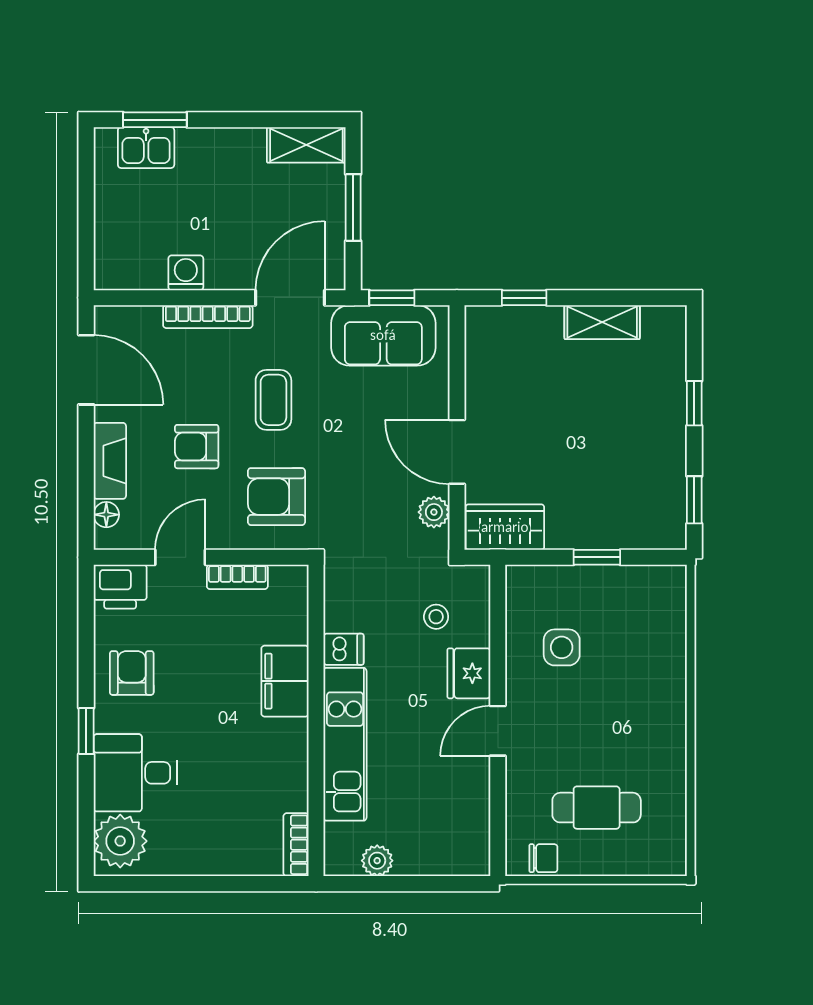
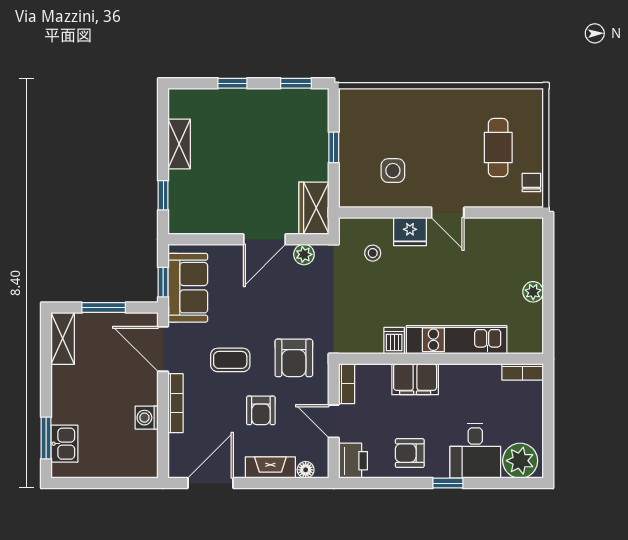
dishwasher: (344, 649) -> (394, 341), moved
filing cabinet: (285, 681) -> (415, 379), moved
wall: (316, 720) -> (441, 359), moved
kitchen unit: (345, 744) -> (457, 340), moved
bookcase: (296, 845) -> (523, 372), moved

